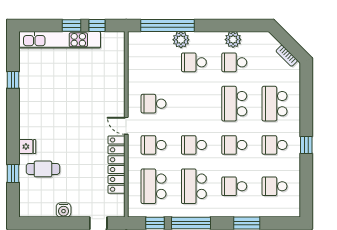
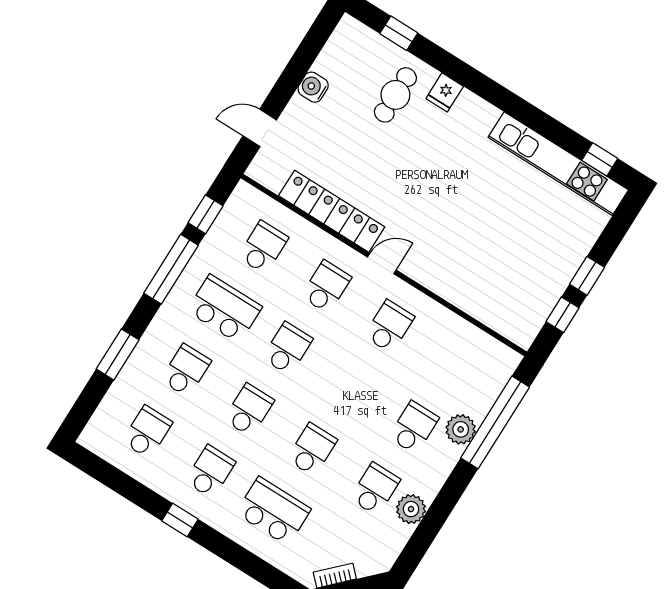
kitchen unit: (60, 40) -> (558, 164), moved, turned -90
window: (13, 80) -> (600, 159), moved
school desk: (234, 104) -> (312, 450), width x0.54
window: (13, 173) -> (399, 33), moved
school desk: (154, 186) -> (263, 247), width x0.54

